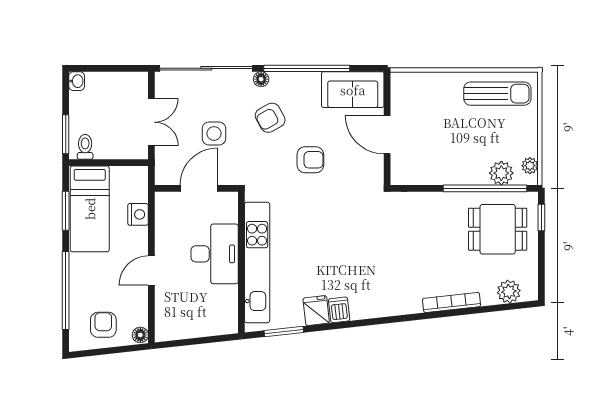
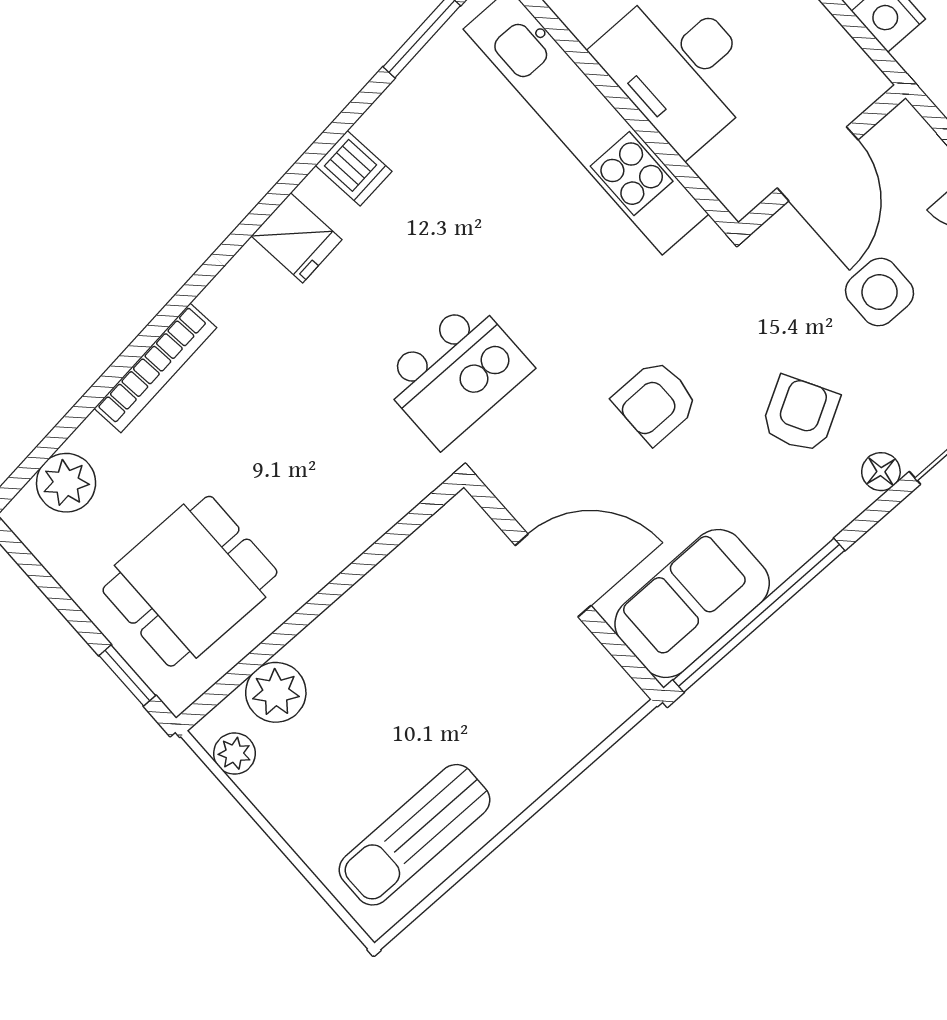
window: (307, 68) -> (759, 615), moved
window: (485, 188) -> (281, 637), removed
kitchen island: (363, 221) -> (456, 374), added
fridge: (316, 311) -> (297, 238), moved

